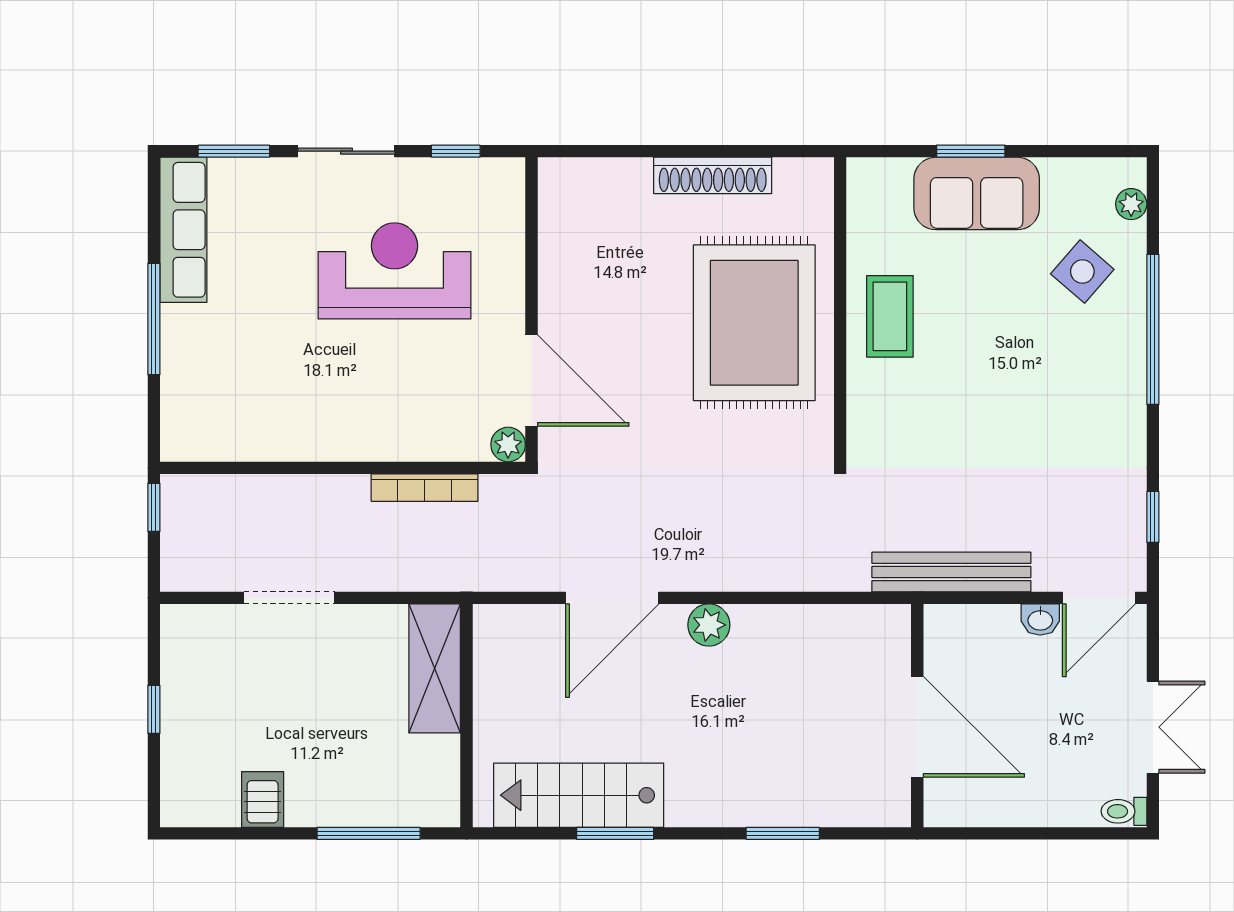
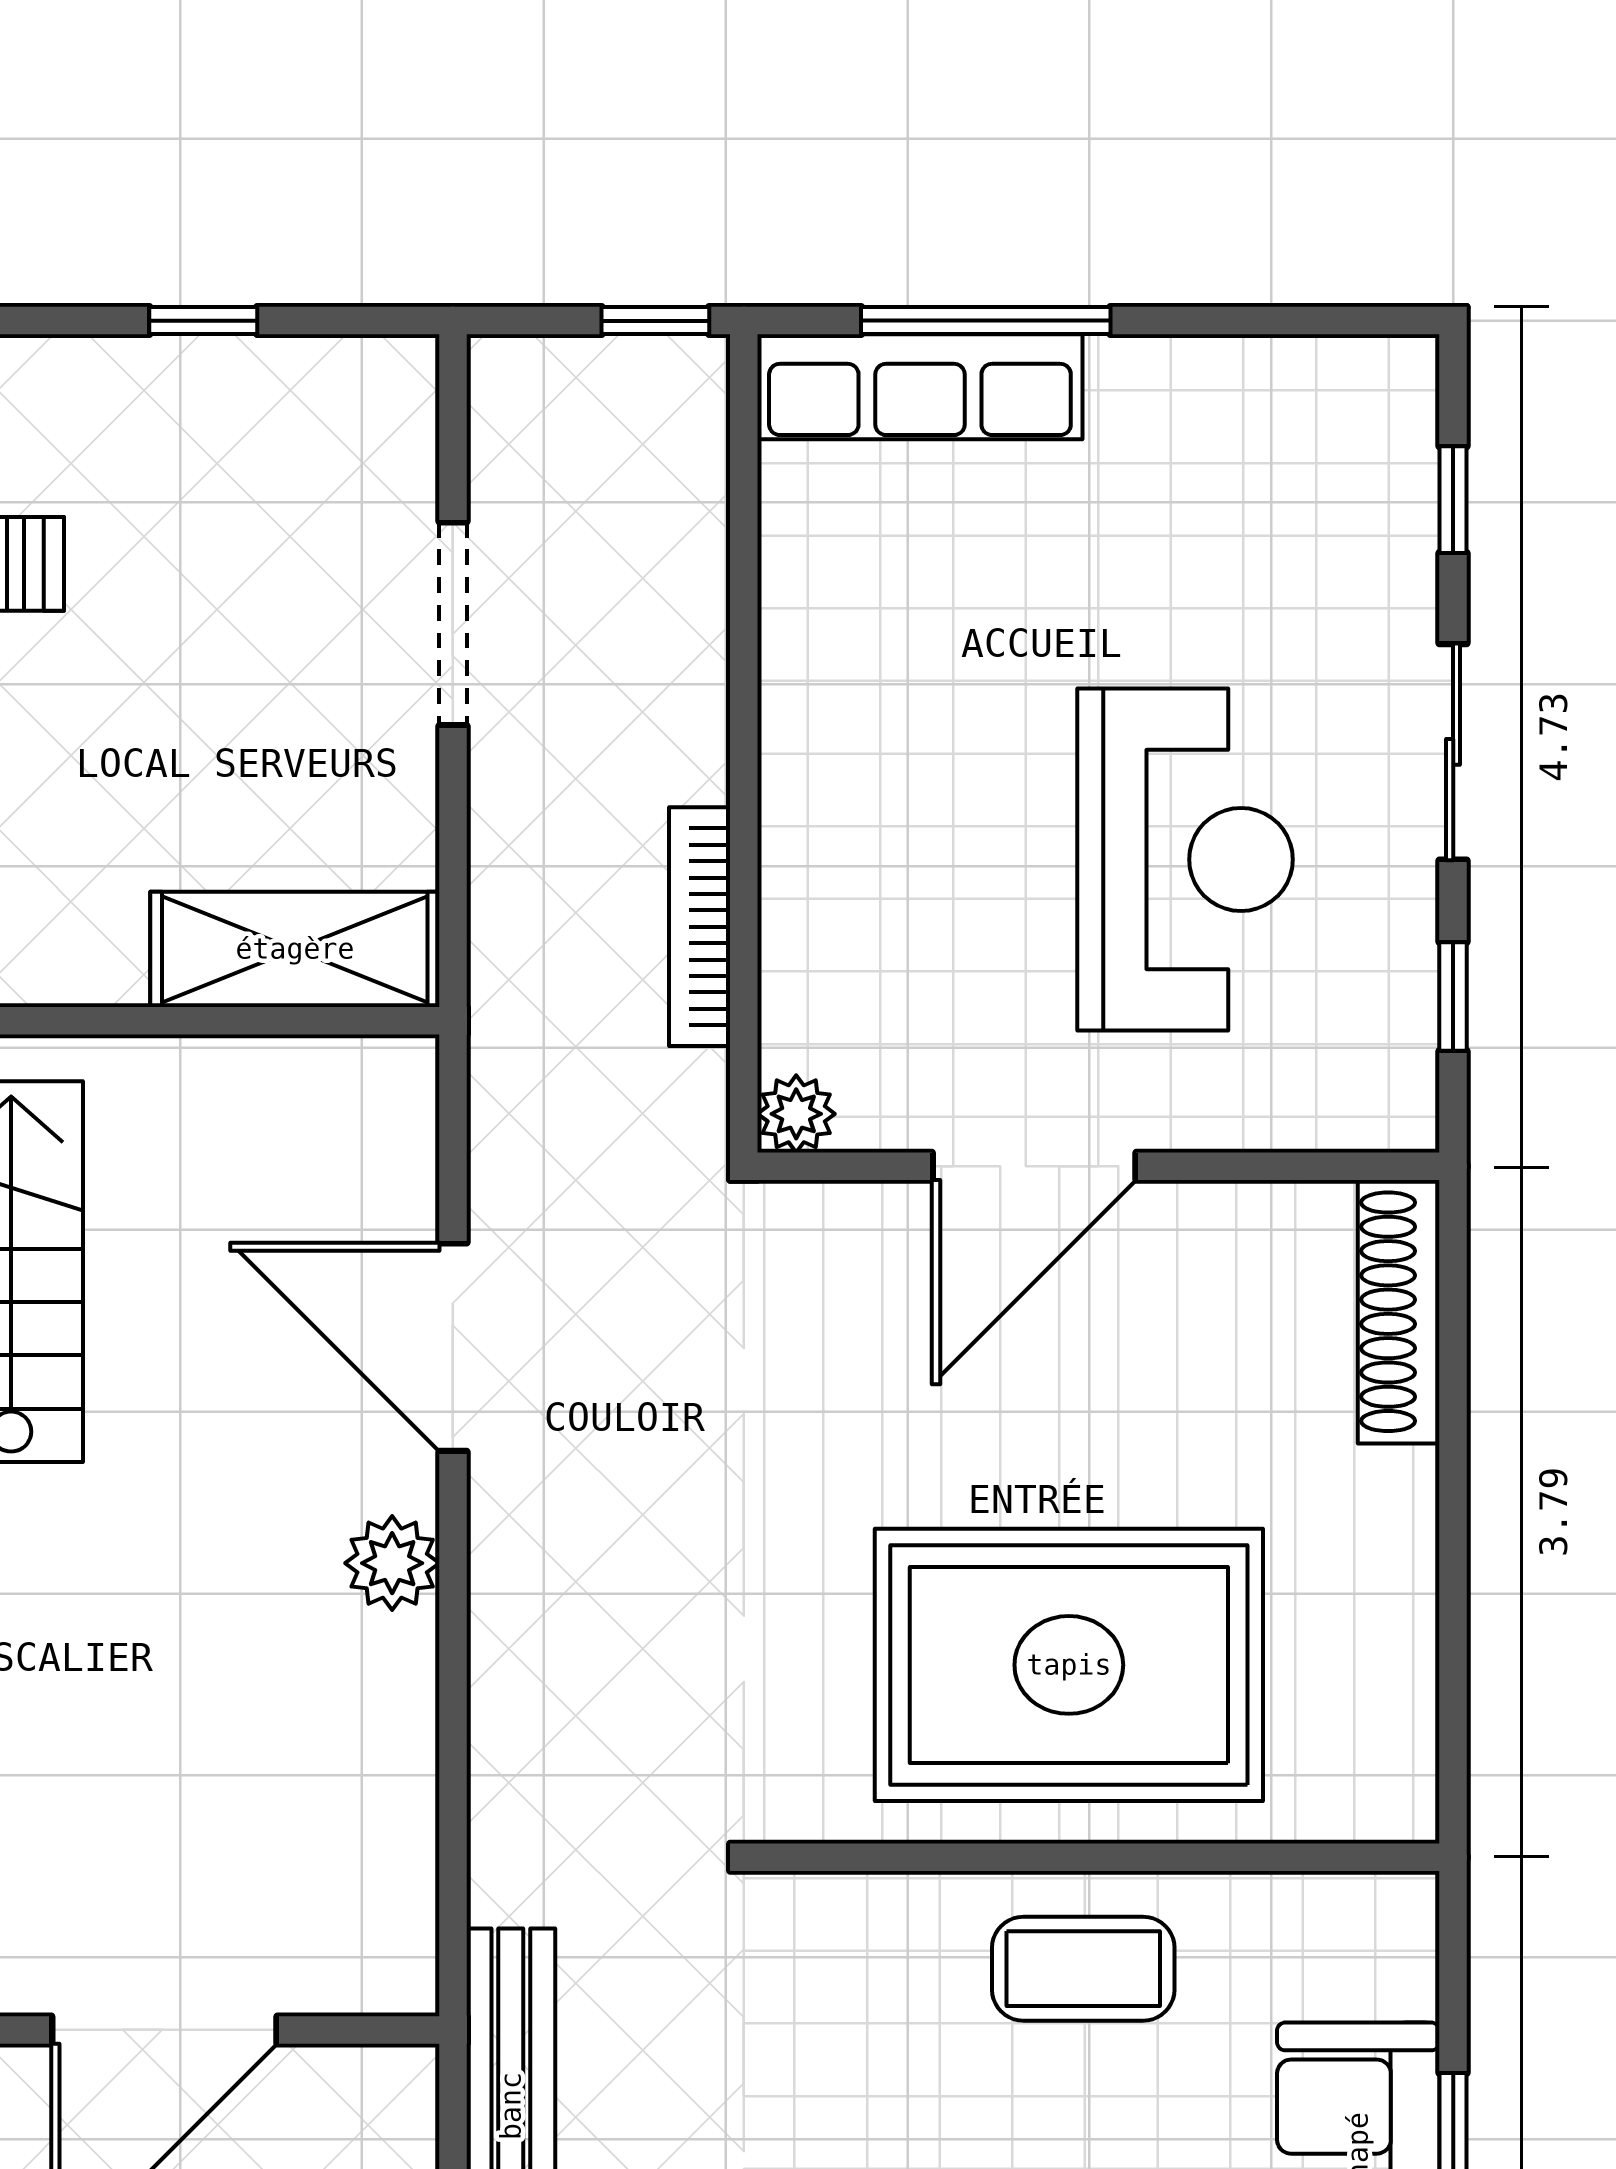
window: (234, 151) -> (1453, 500), width x0.67
shoe rack: (713, 175) -> (1399, 1312), moved
row of seats: (183, 230) -> (920, 387), moved
window: (154, 319) -> (986, 321), moved
door: (532, 381) -> (1034, 1166), moved

